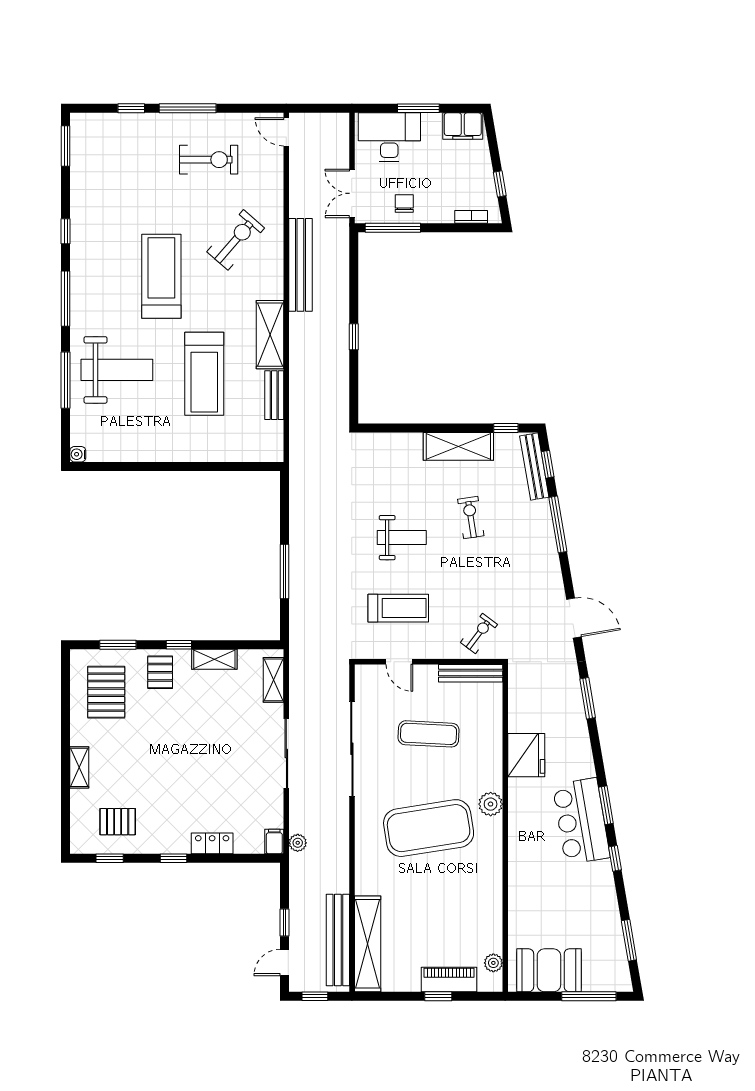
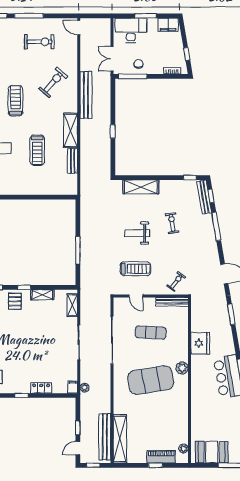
treadmill: (161, 276) -> (15, 101), width x0.73, depth x0.73
treadmill: (204, 374) -> (37, 150), width x0.73, depth x0.73
shelving: (458, 446) -> (141, 187), moved
weight bench: (402, 538) -> (137, 233), turned 180

